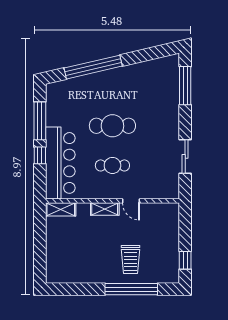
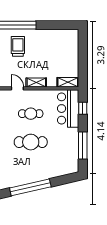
window: (93, 67) -> (30, 187), moved
window: (40, 155) -> (83, 108), moved
bar counter: (60, 163) -> (68, 109), width x0.73

